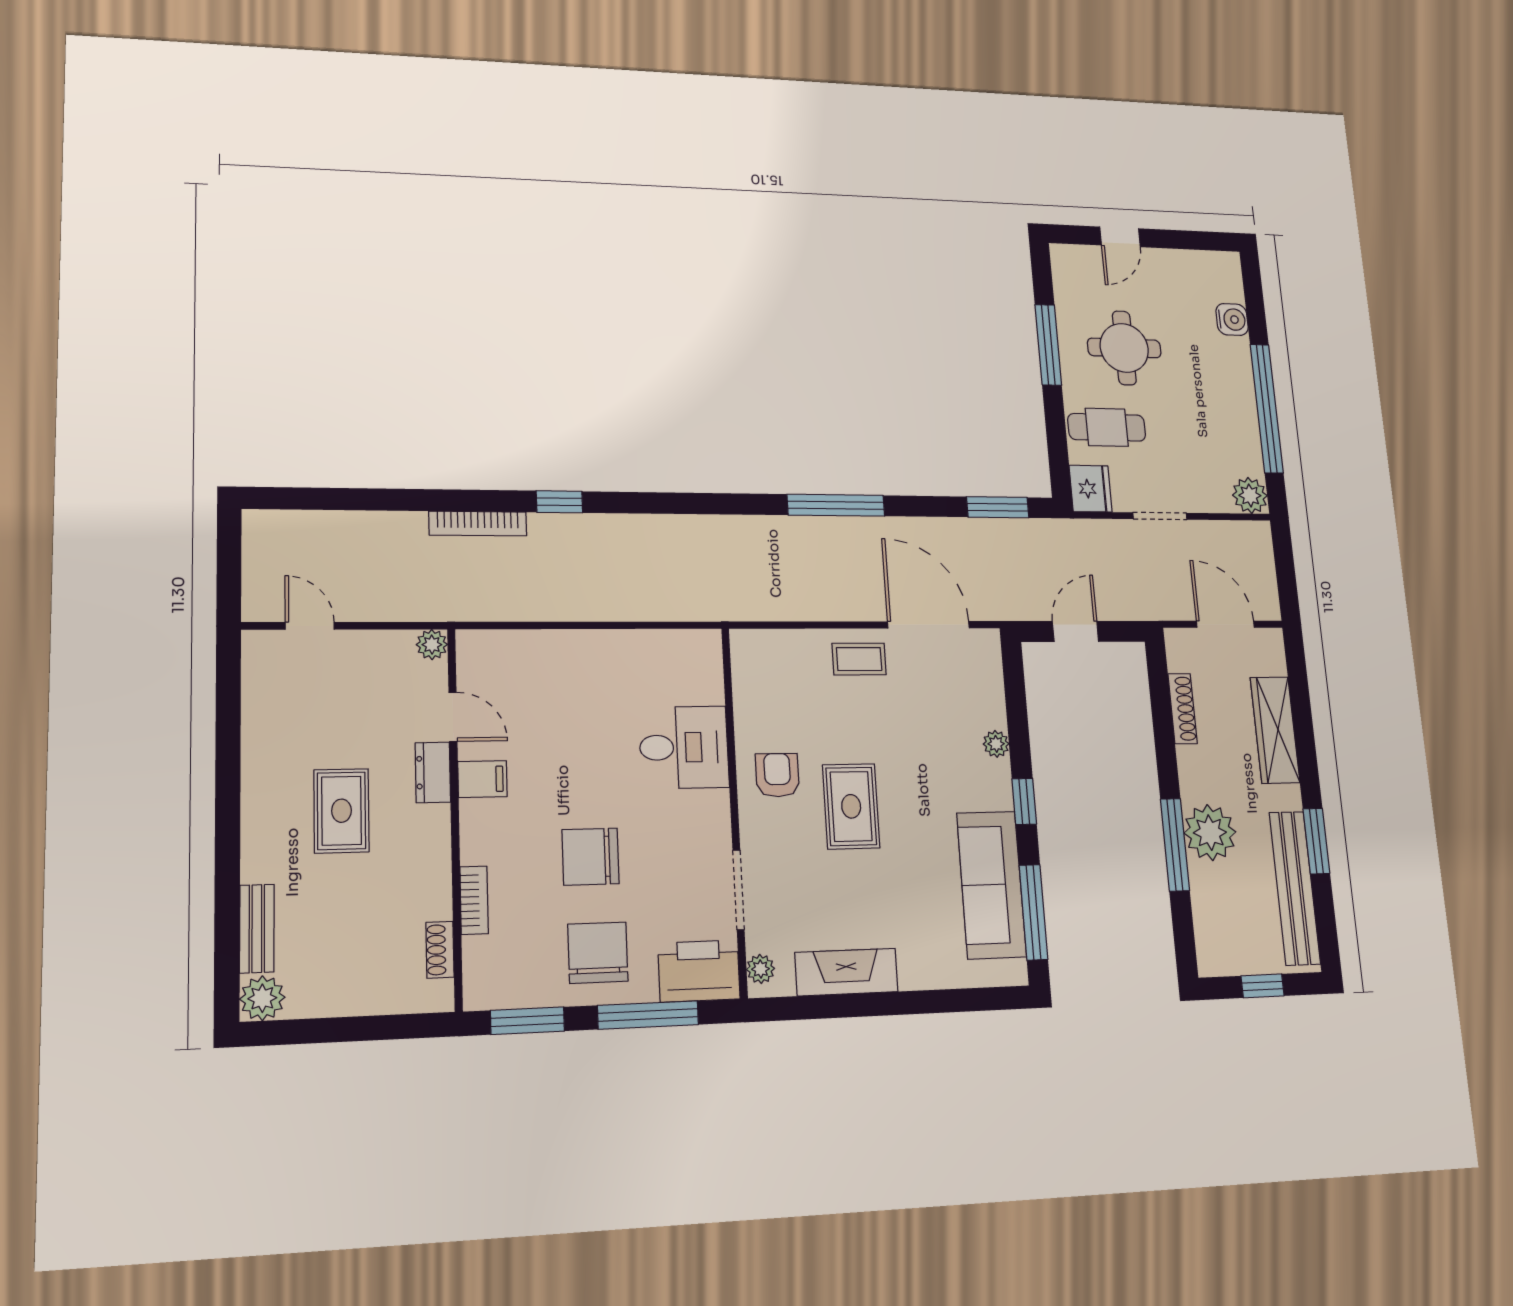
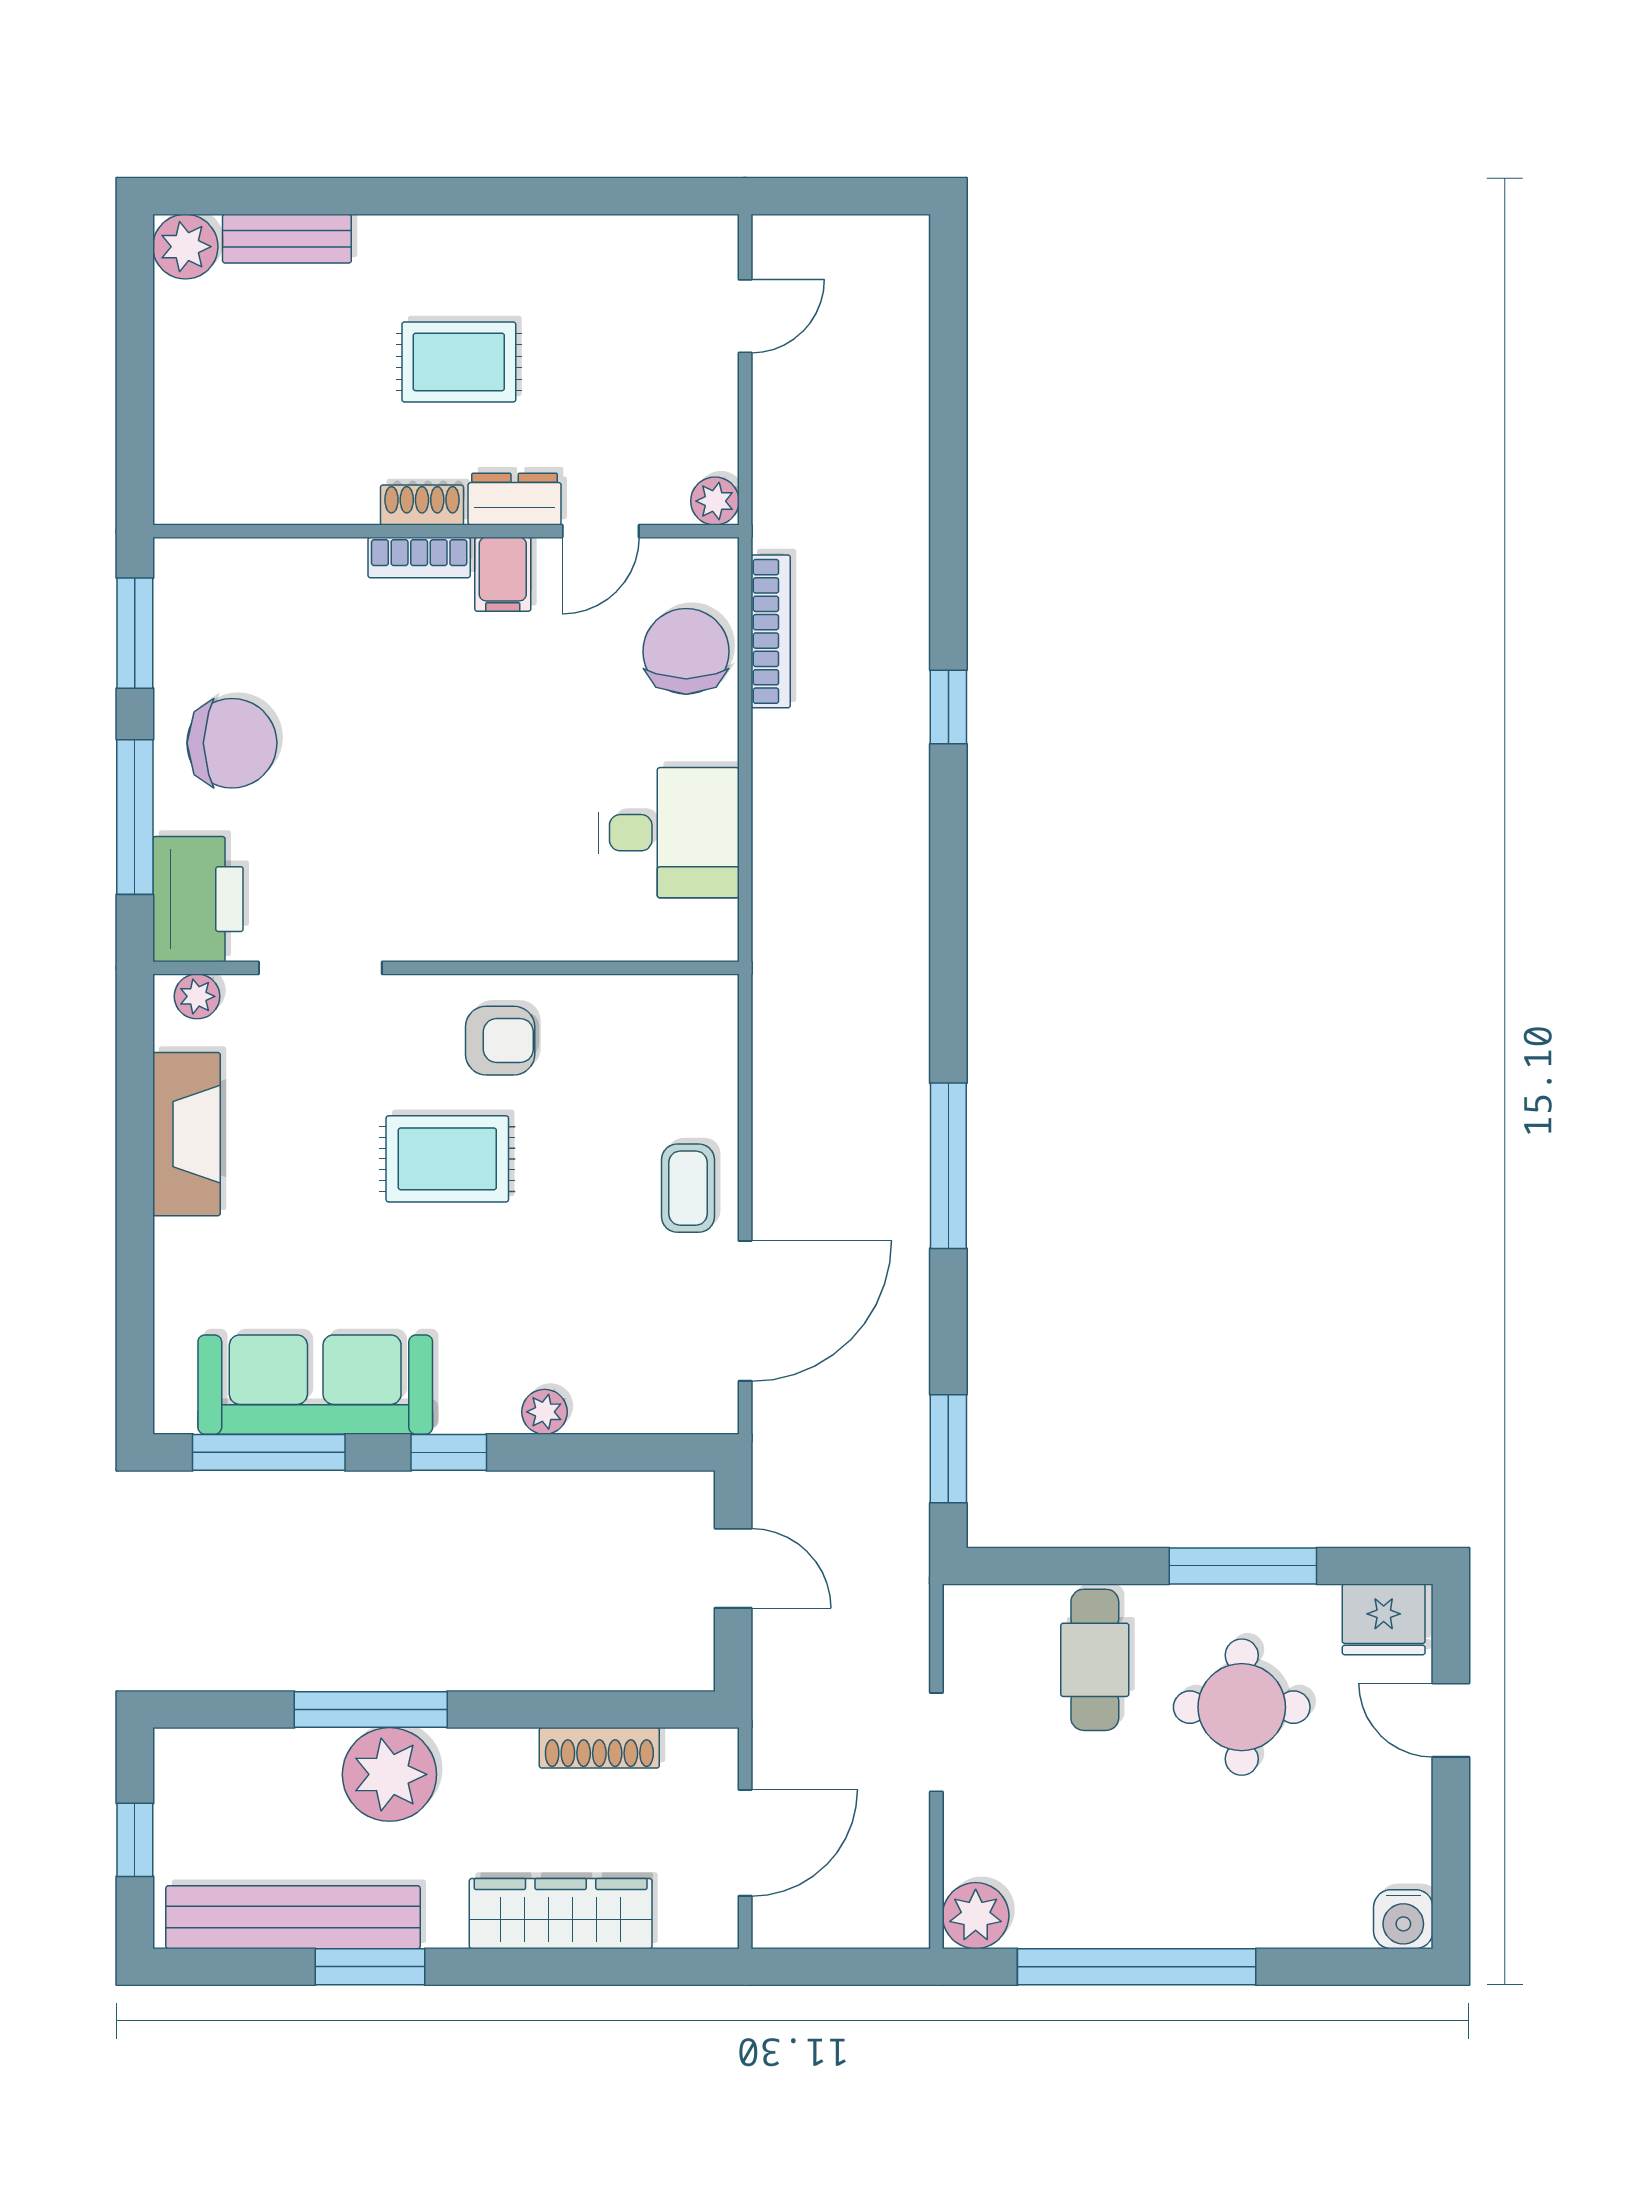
water cooler: (1232, 319) -> (1403, 1919), moved
fridge: (1091, 489) -> (1384, 1619), moved
bookcase: (478, 524) -> (771, 631), moved, turned 180
desk: (684, 747) -> (669, 833), moved, turned -90
chair: (591, 857) -> (686, 651), moved
bookcase: (474, 900) -> (419, 558), moved
shoe rack: (440, 950) -> (422, 505), moved

